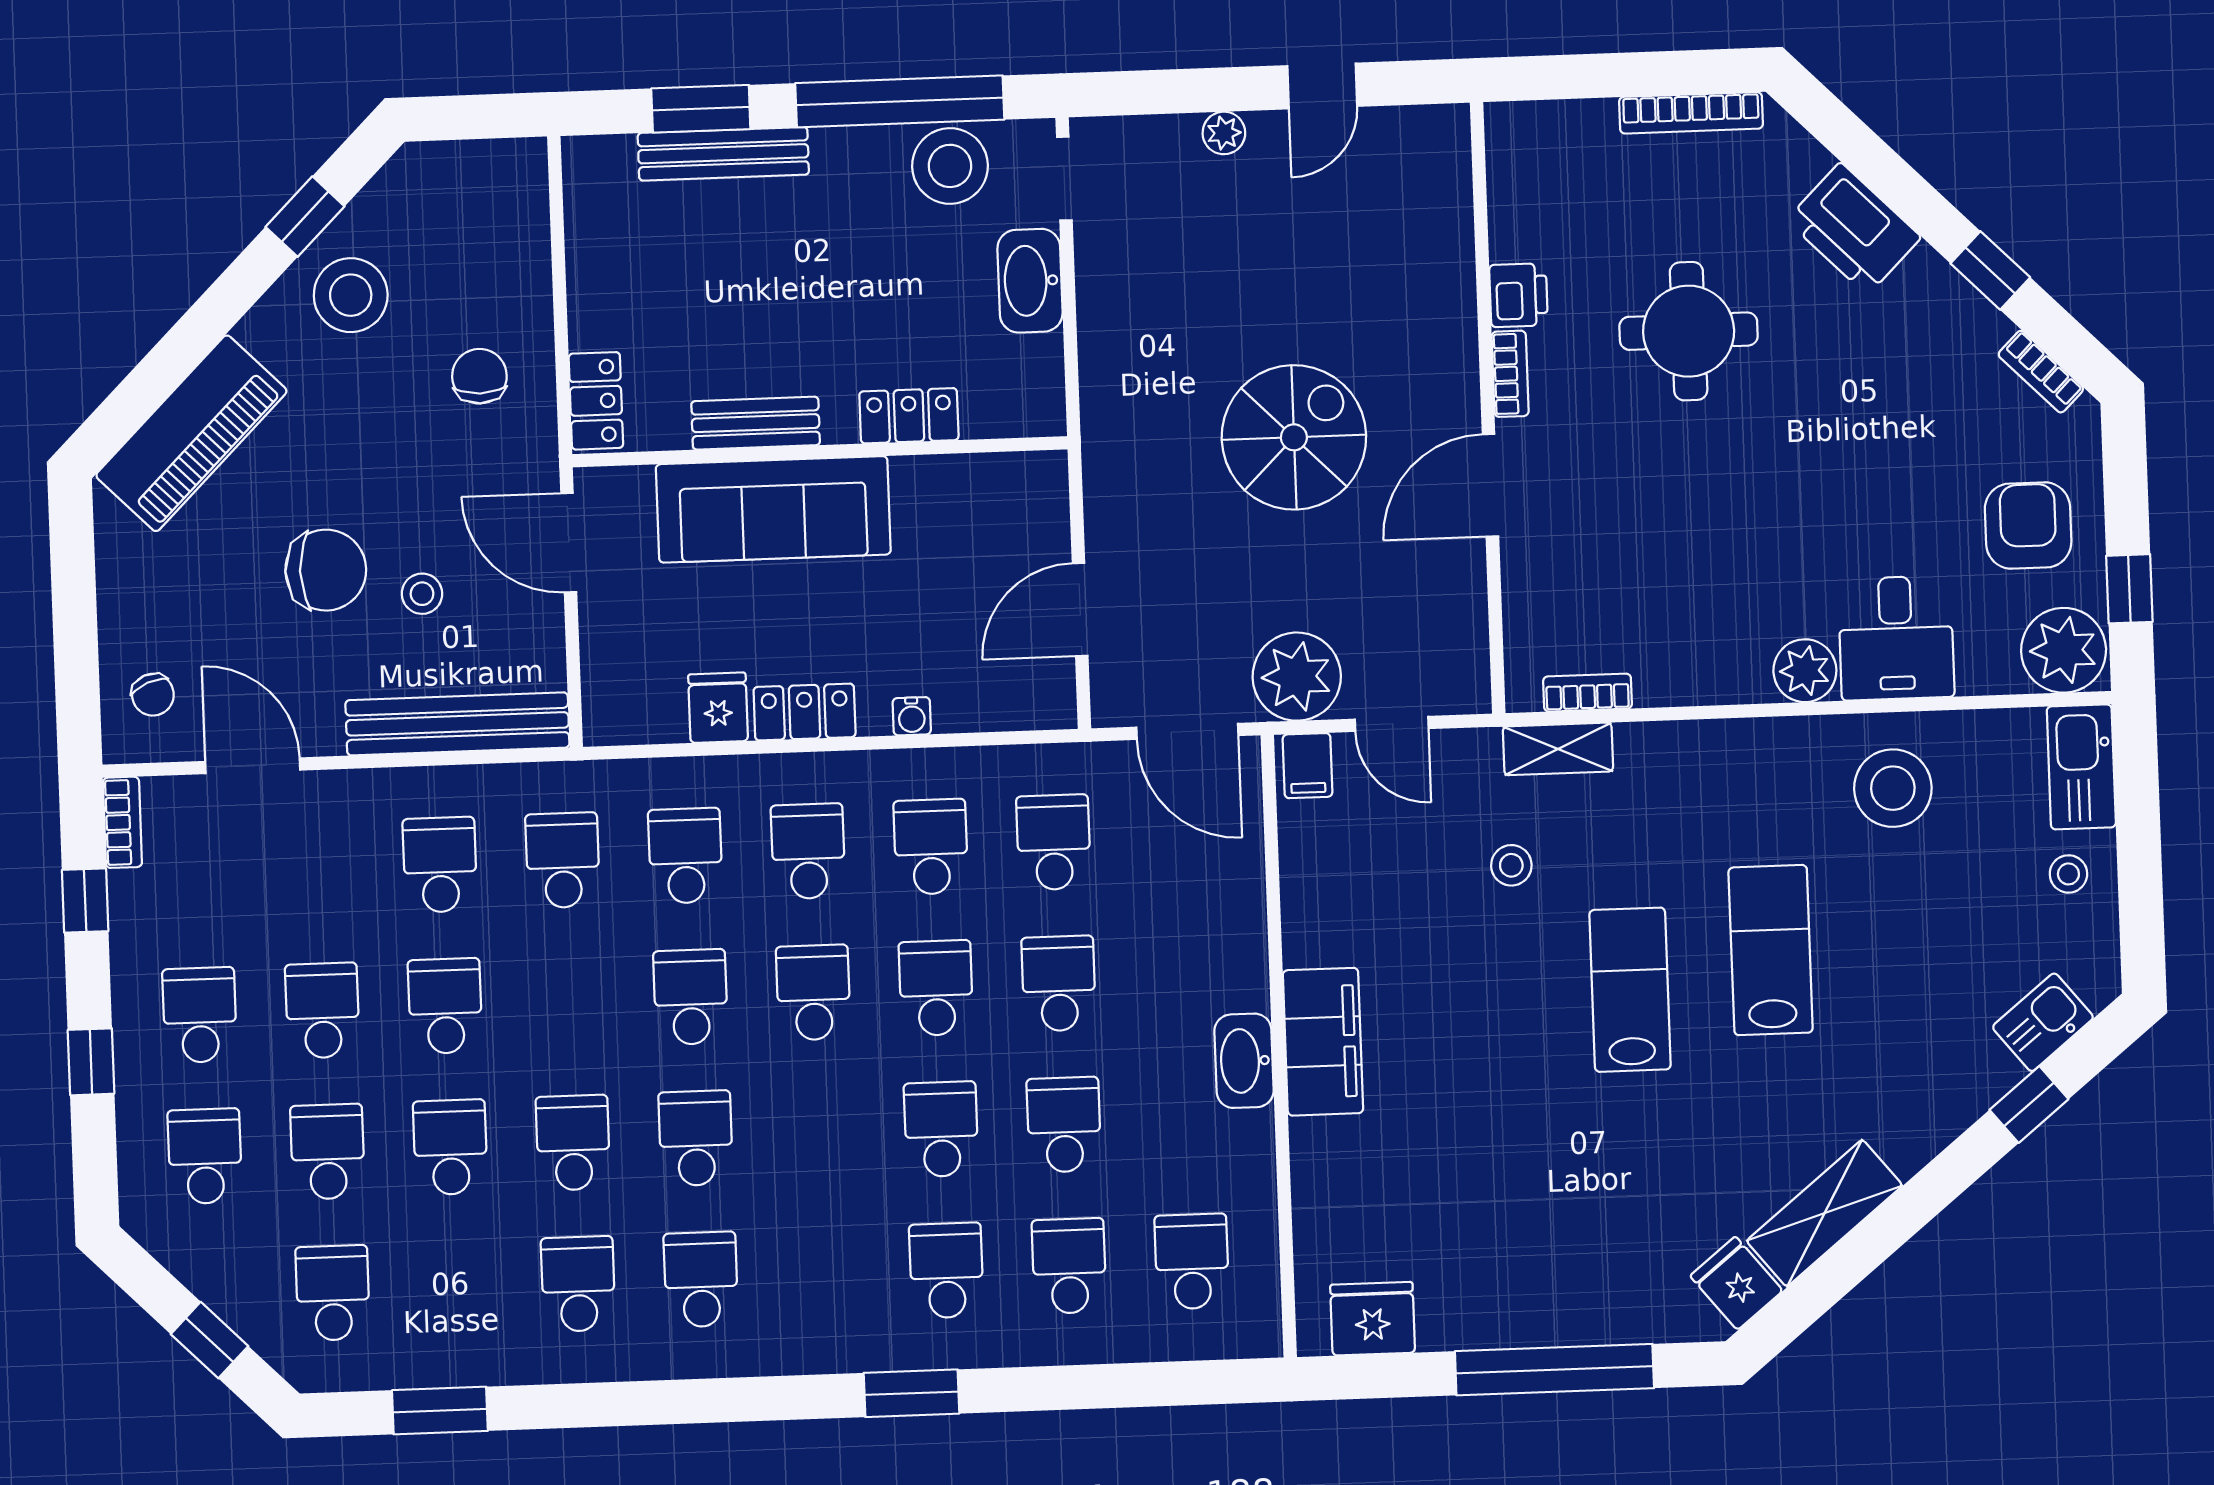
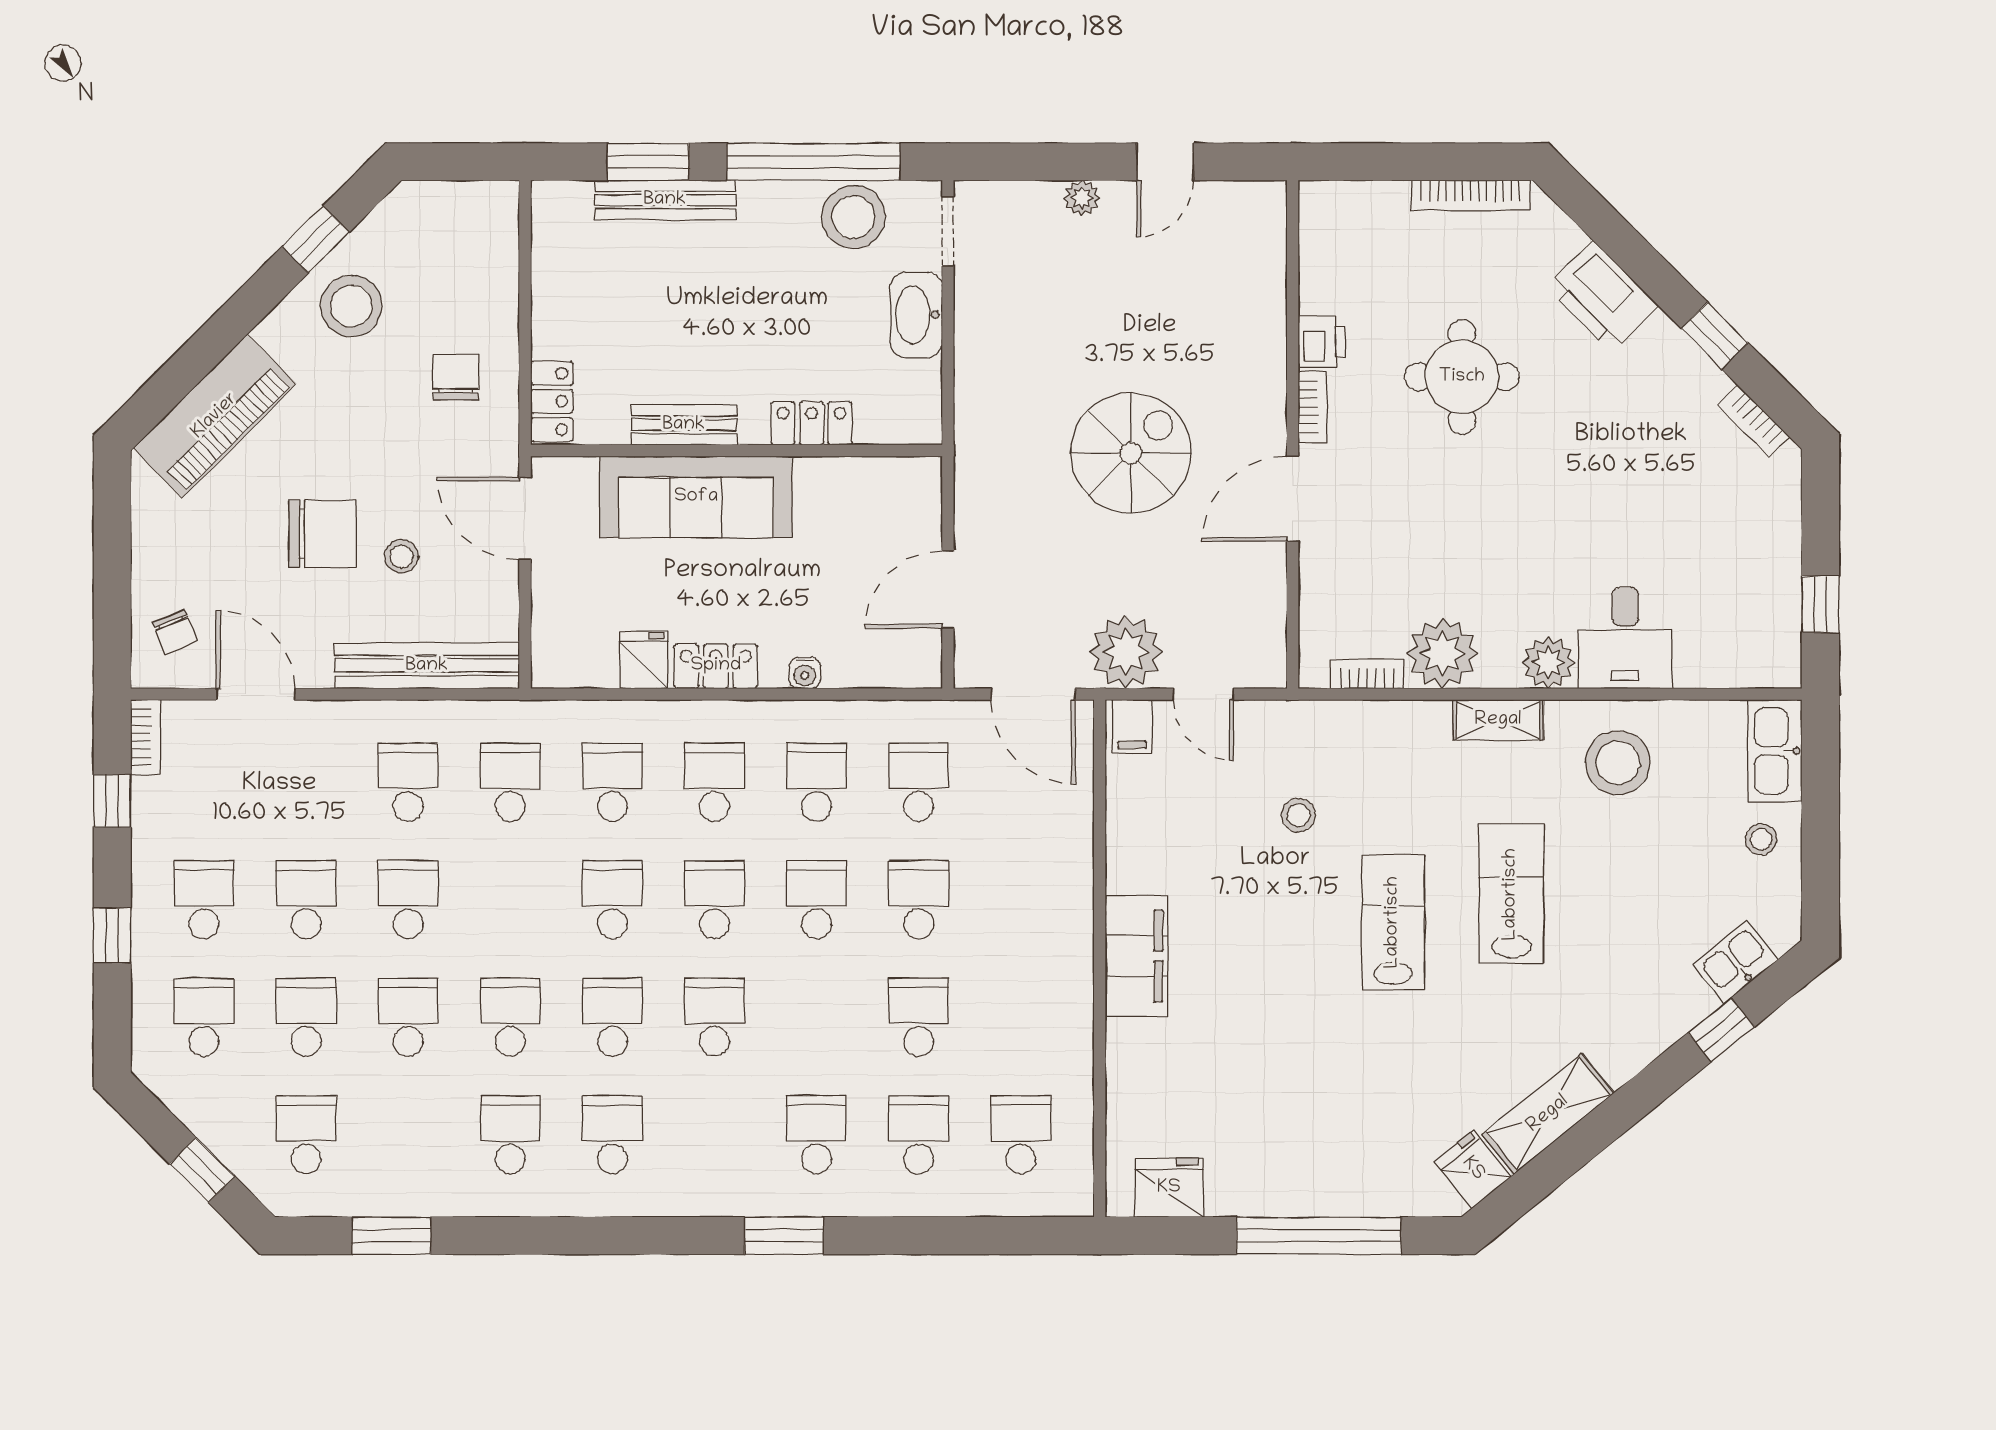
armchair: (2028, 526) -> (1738, 549), removed
plant: (2064, 650) -> (1442, 653), moved
shelving: (1558, 749) -> (1498, 720), moved
washbasin: (1244, 1061) -> (1070, 970), removed
school desk: (941, 1129) -> (714, 1017), moved

